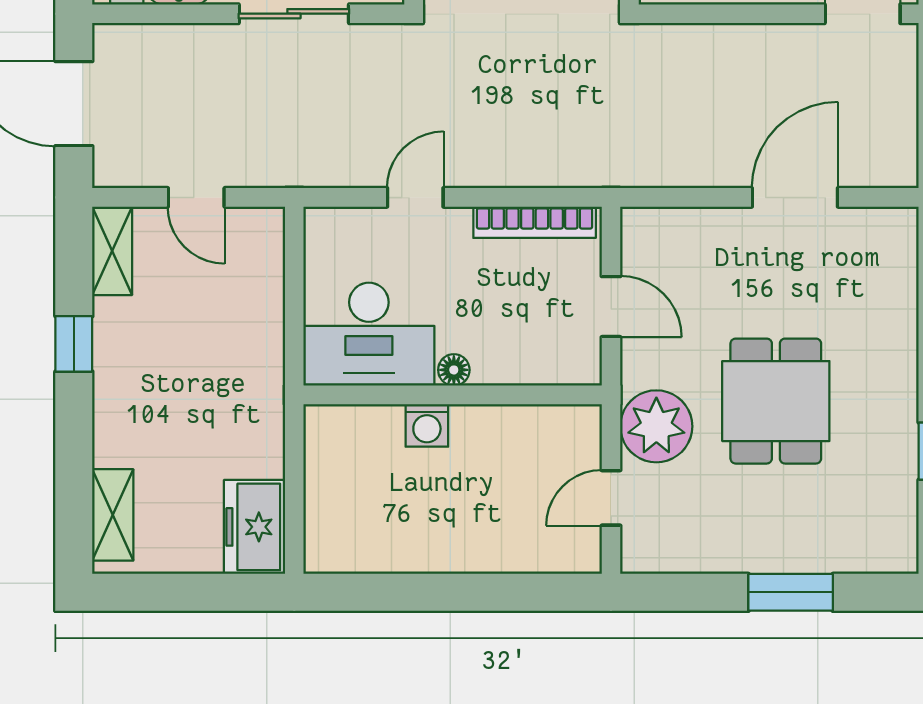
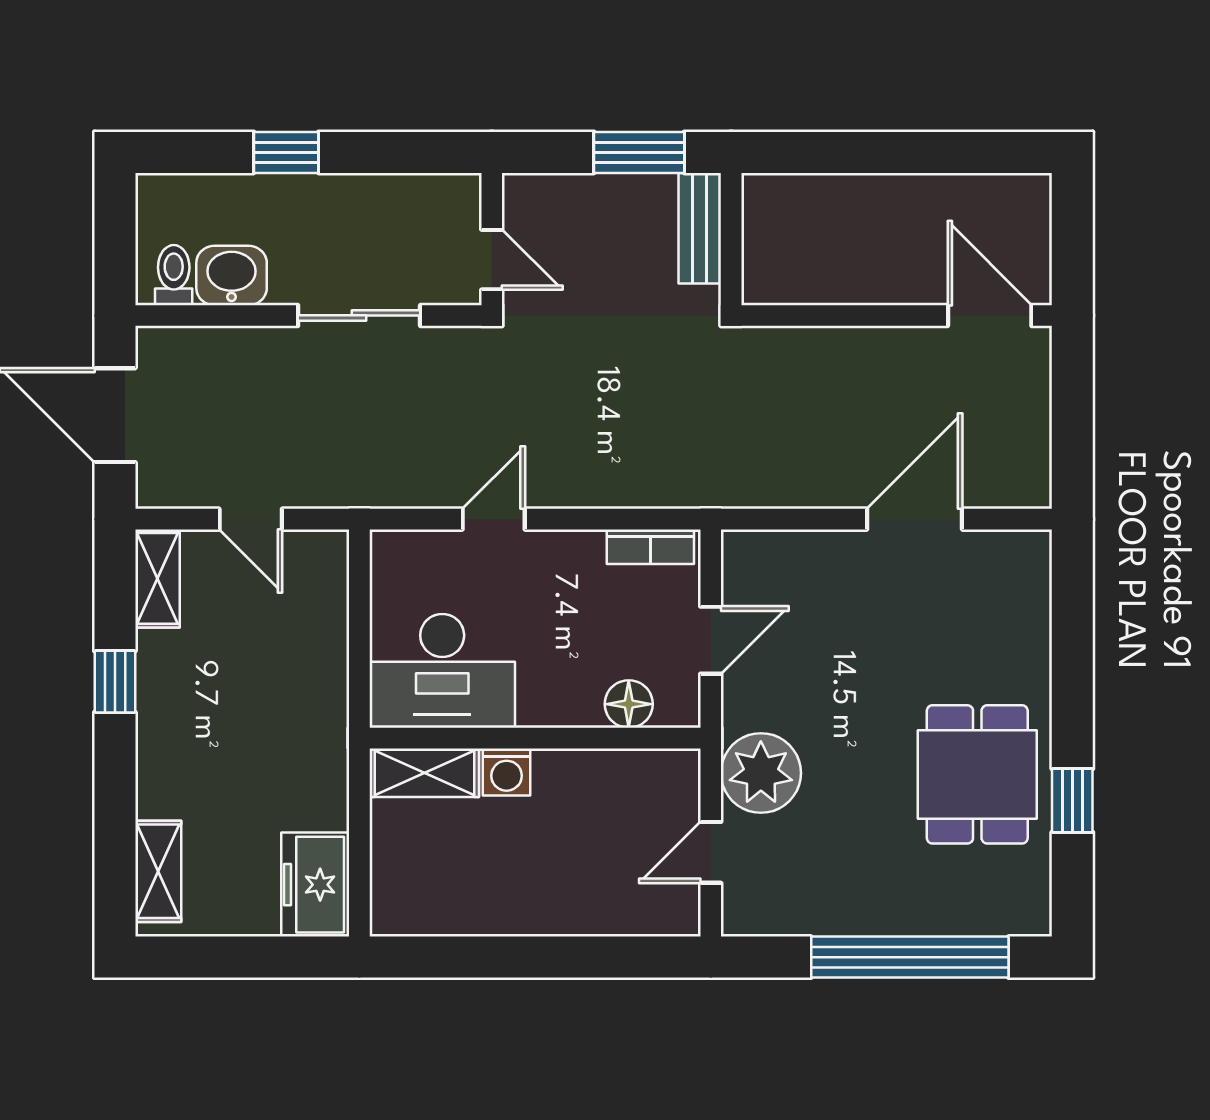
bookcase: (535, 222) -> (650, 547), width x0.64
door: (611, 307) -> (711, 640), hinge flipped
floor lamp: (454, 370) -> (629, 704), moved, width x1.37, depth x1.37
dining table: (776, 401) -> (977, 774), moved
shelving: (353, 426) -> (425, 773), added
window: (791, 592) -> (910, 957), width x2.11

